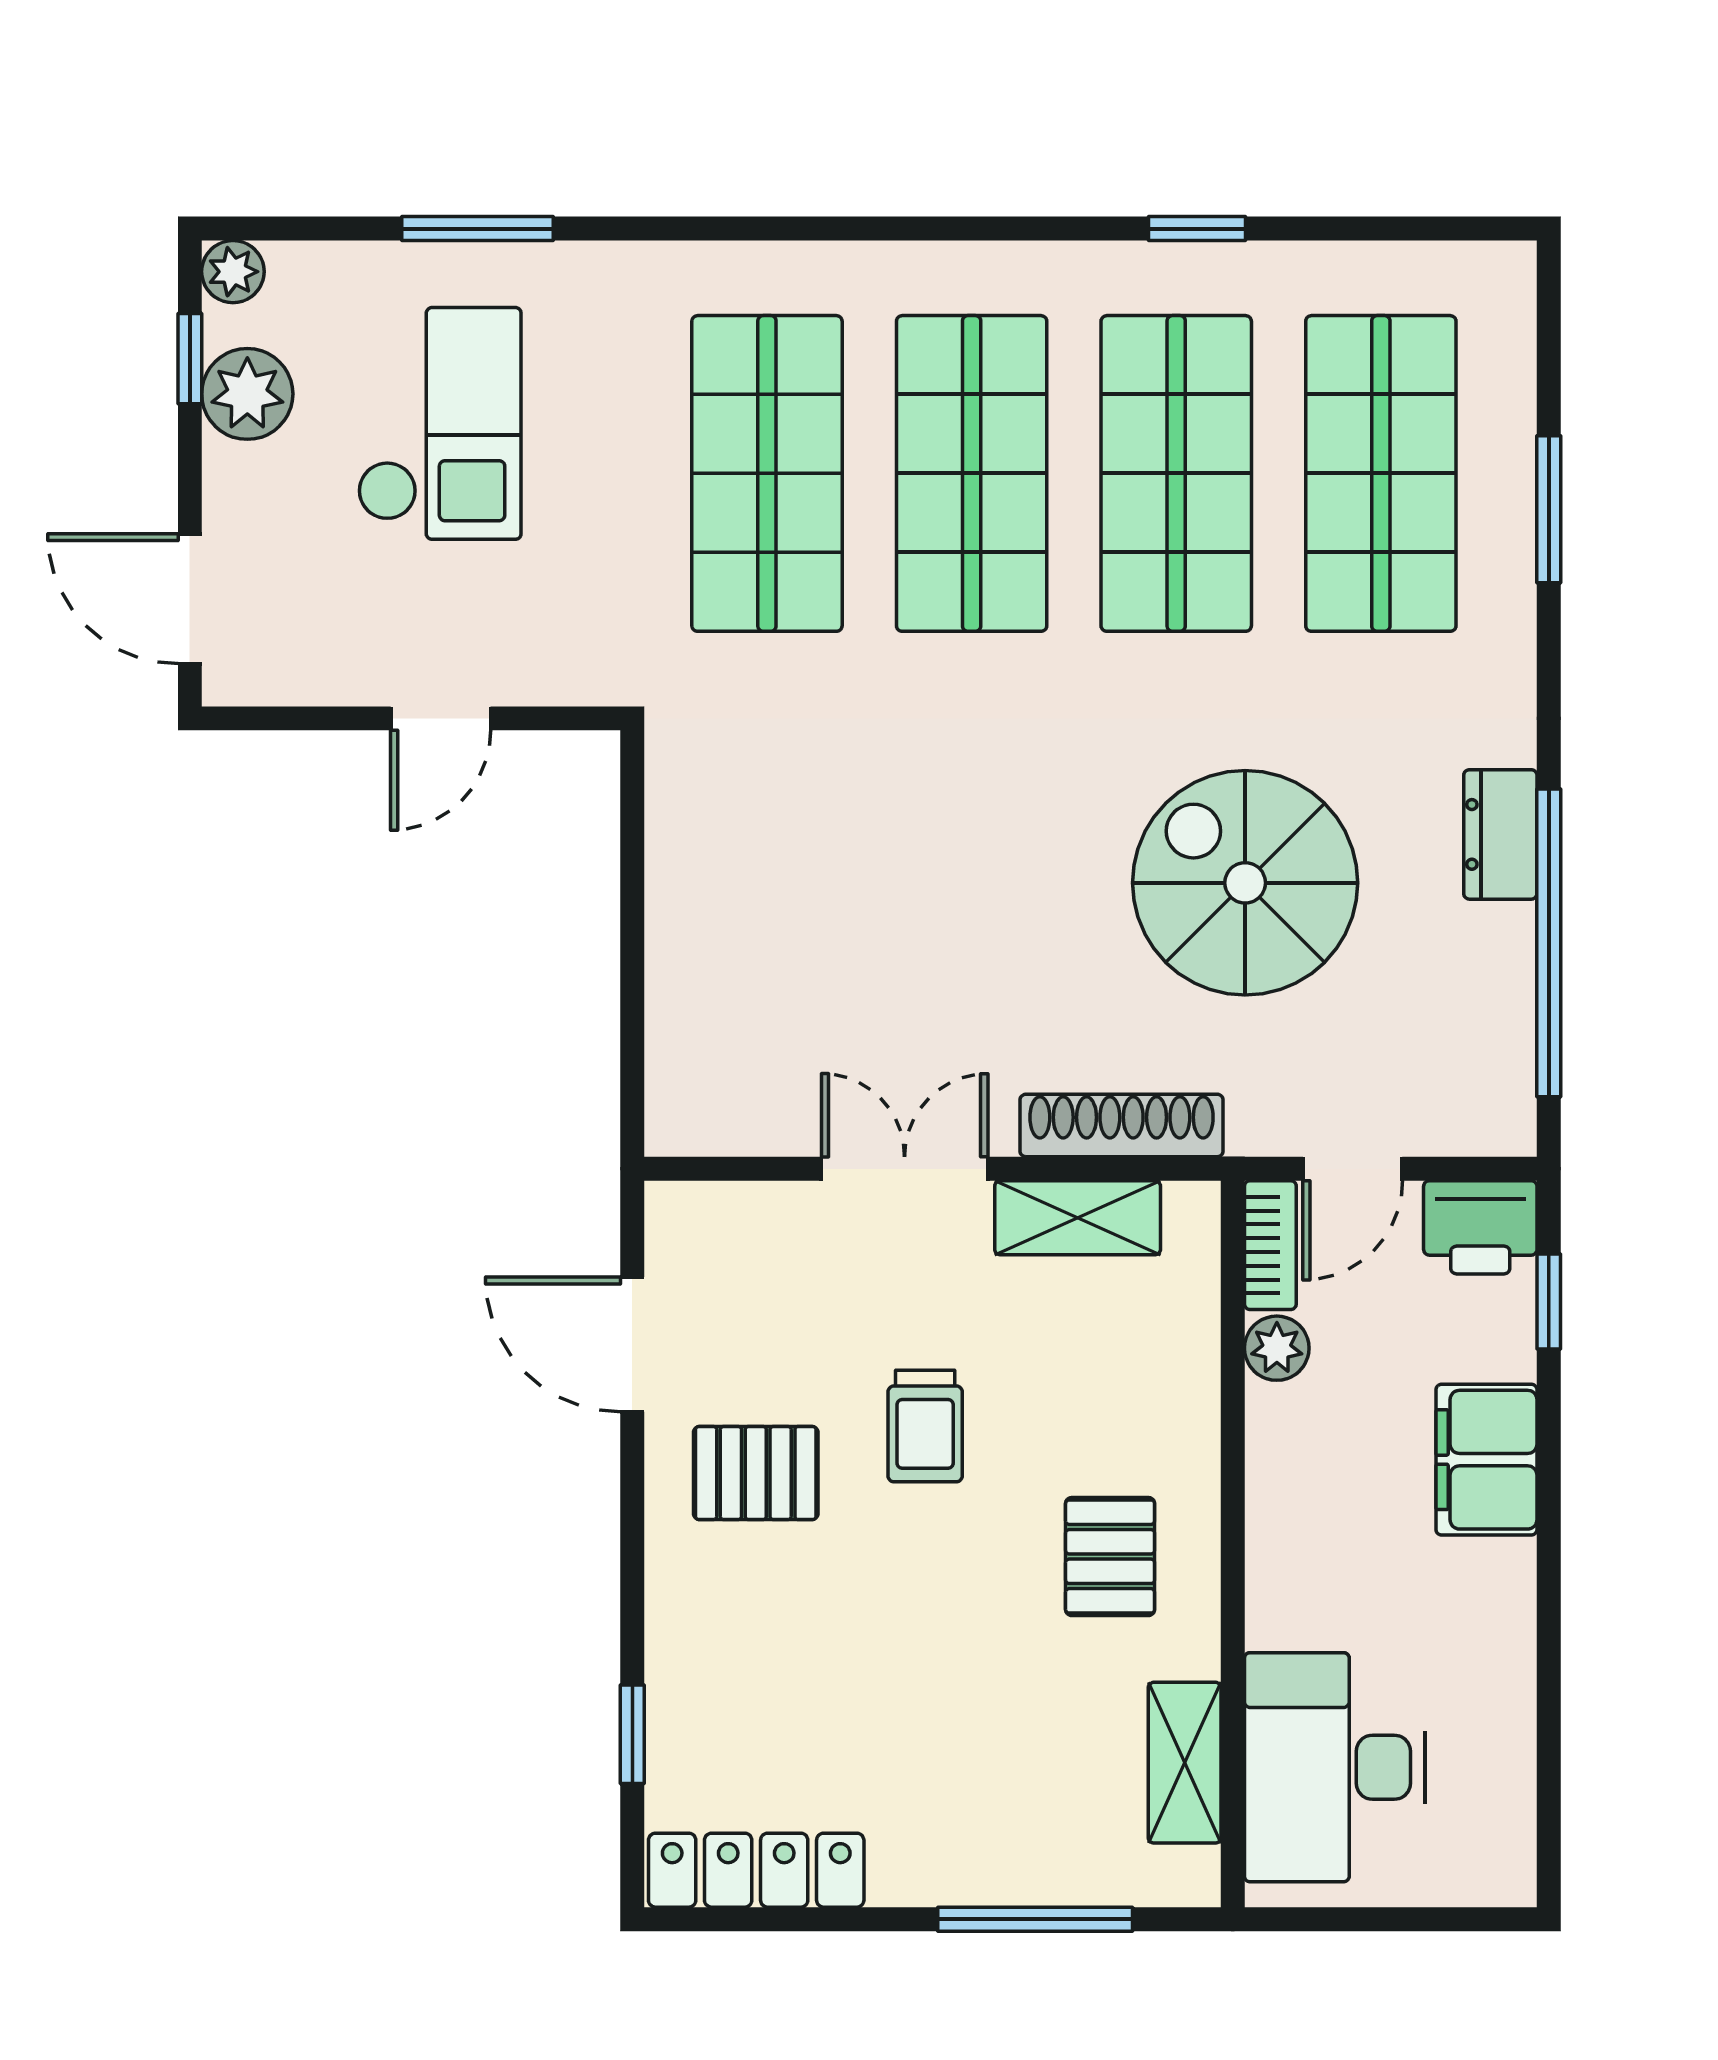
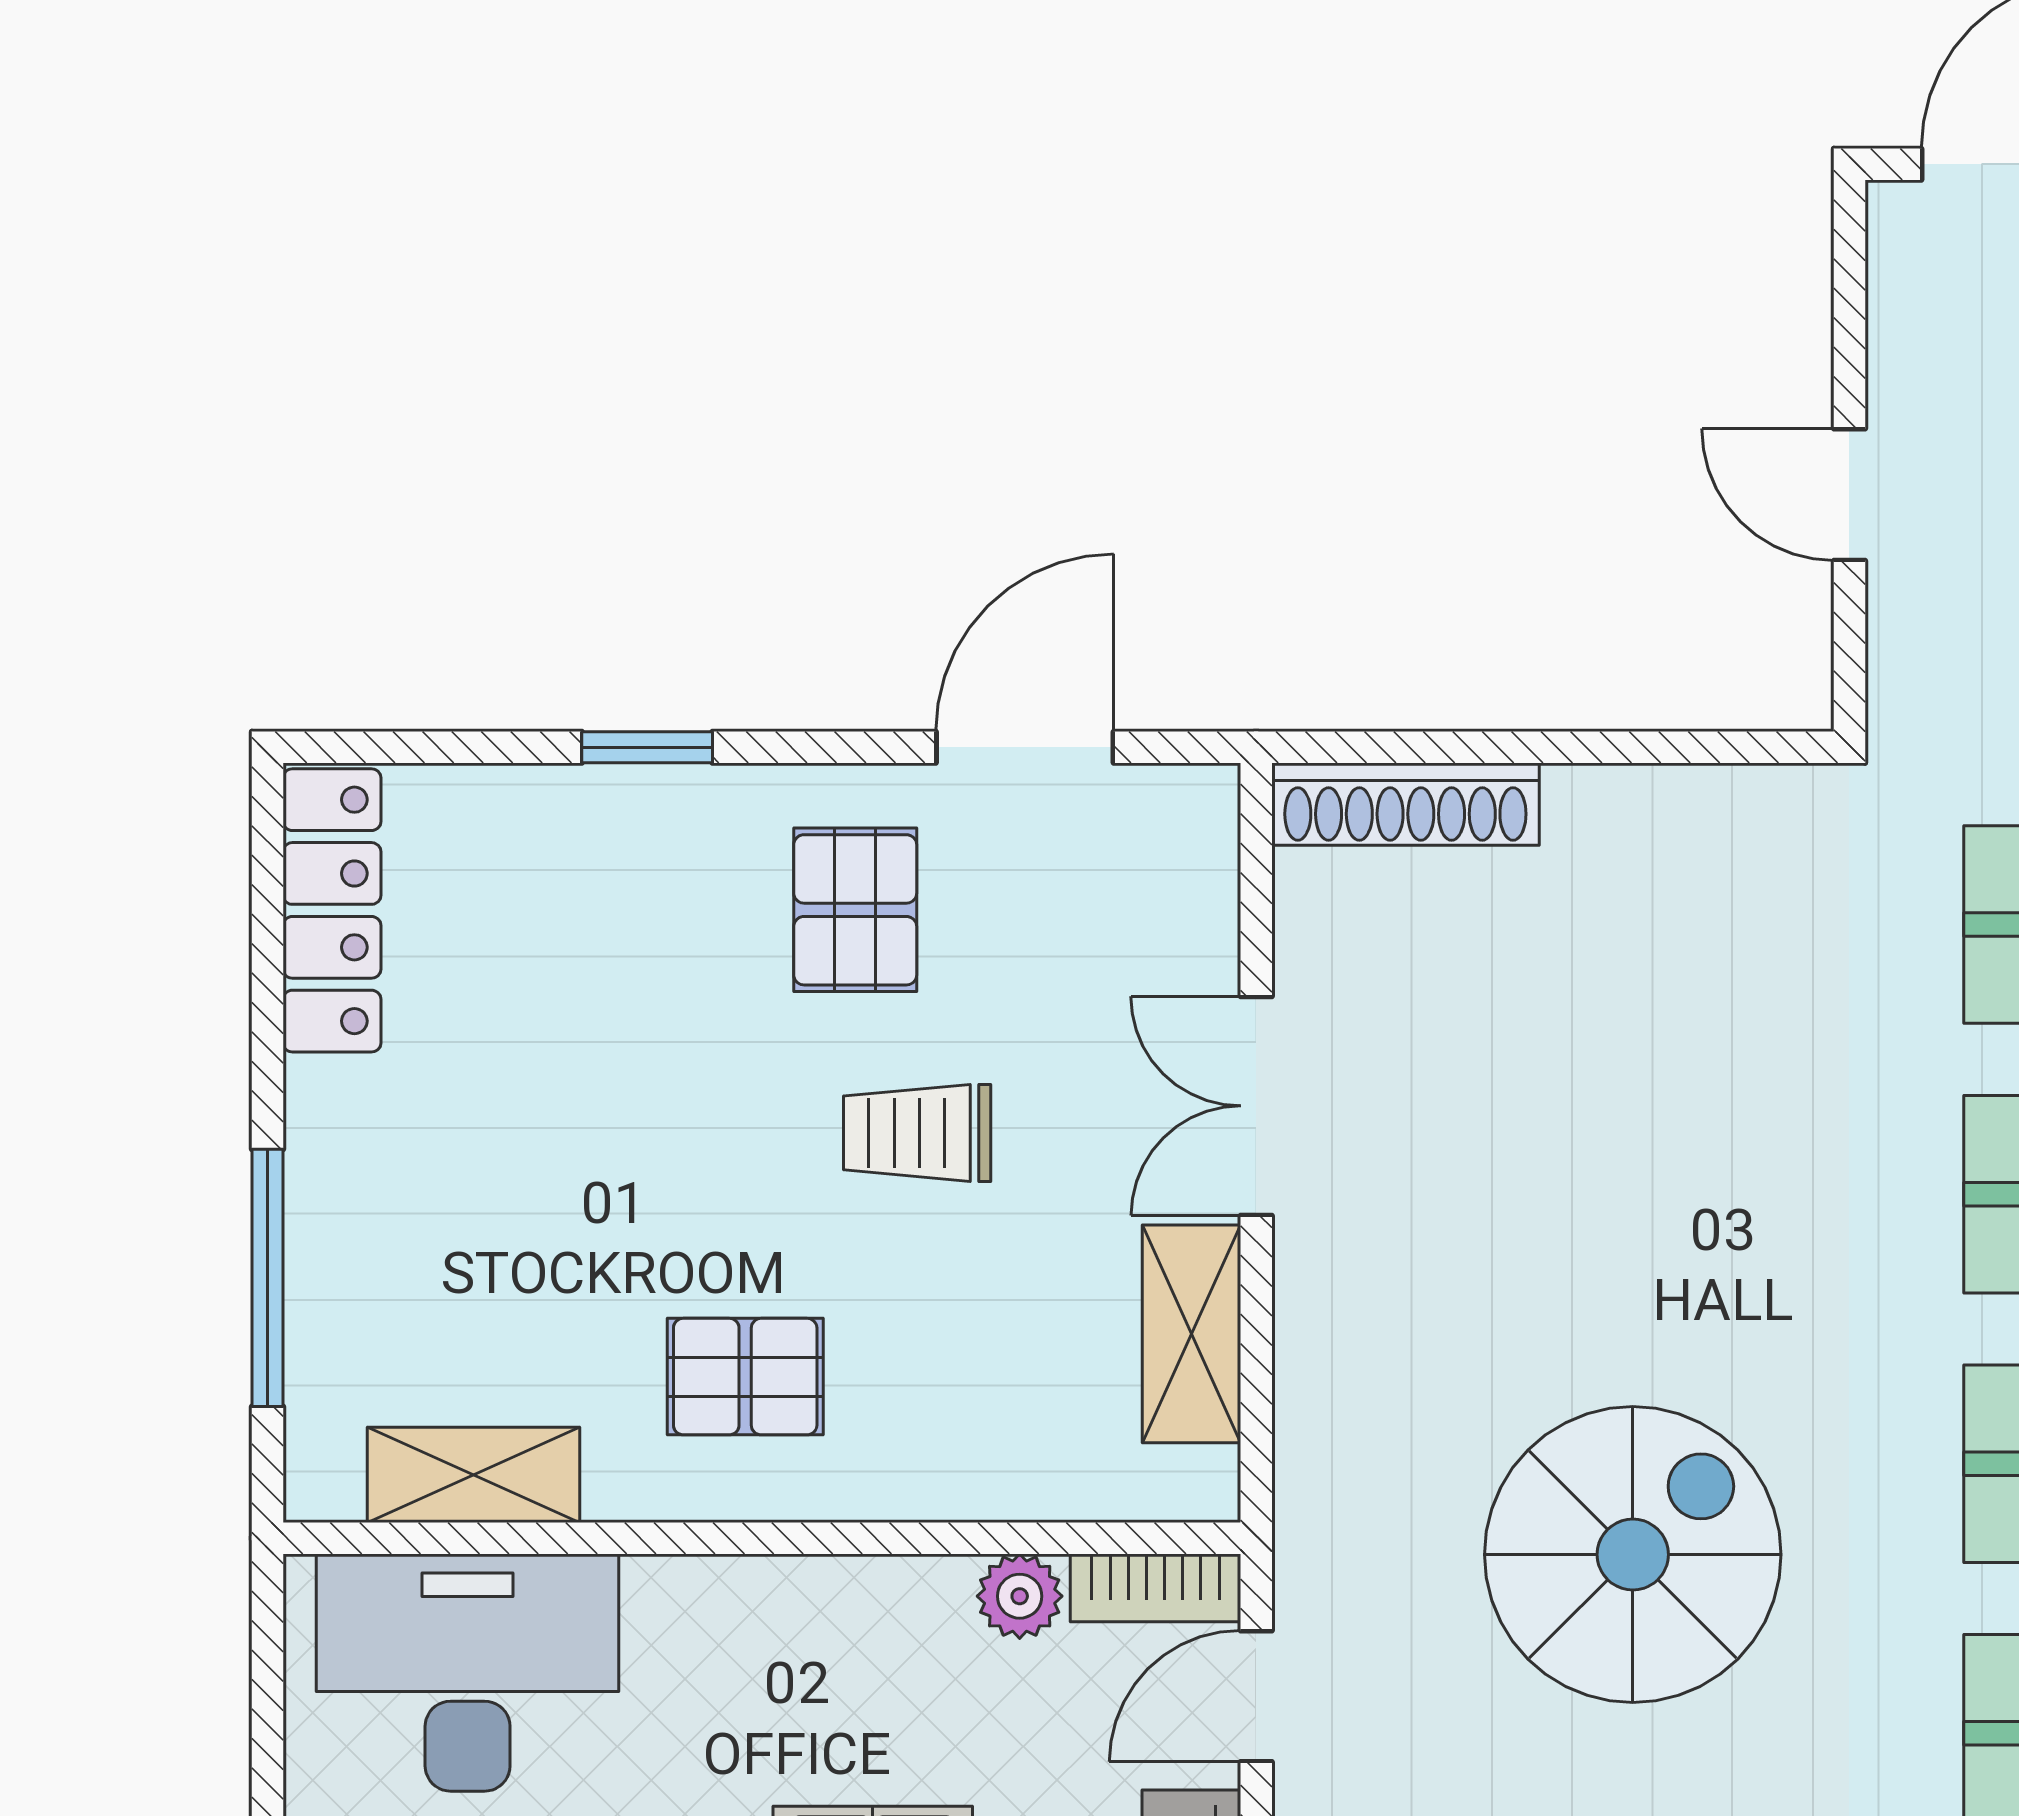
shoe rack: (1122, 1125) -> (1405, 804), moved, turned 90
double door: (905, 1169) -> (1256, 1106), swing flipped
door: (1353, 1169) -> (1256, 1696), hinge flipped
window: (632, 1734) -> (647, 747), moved

